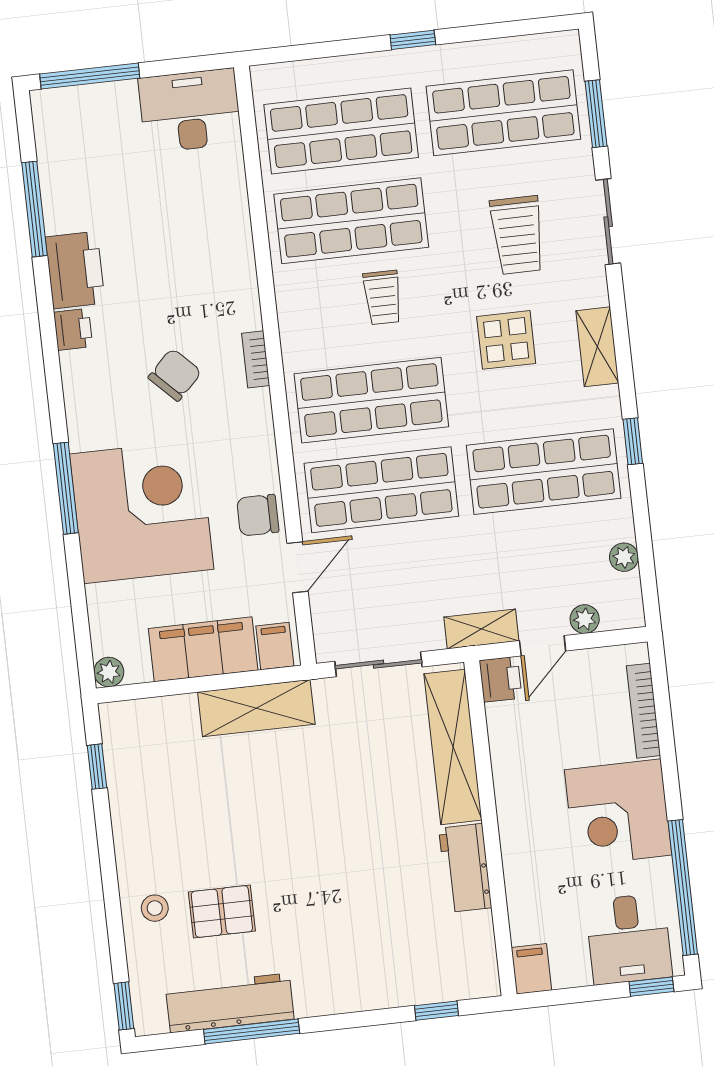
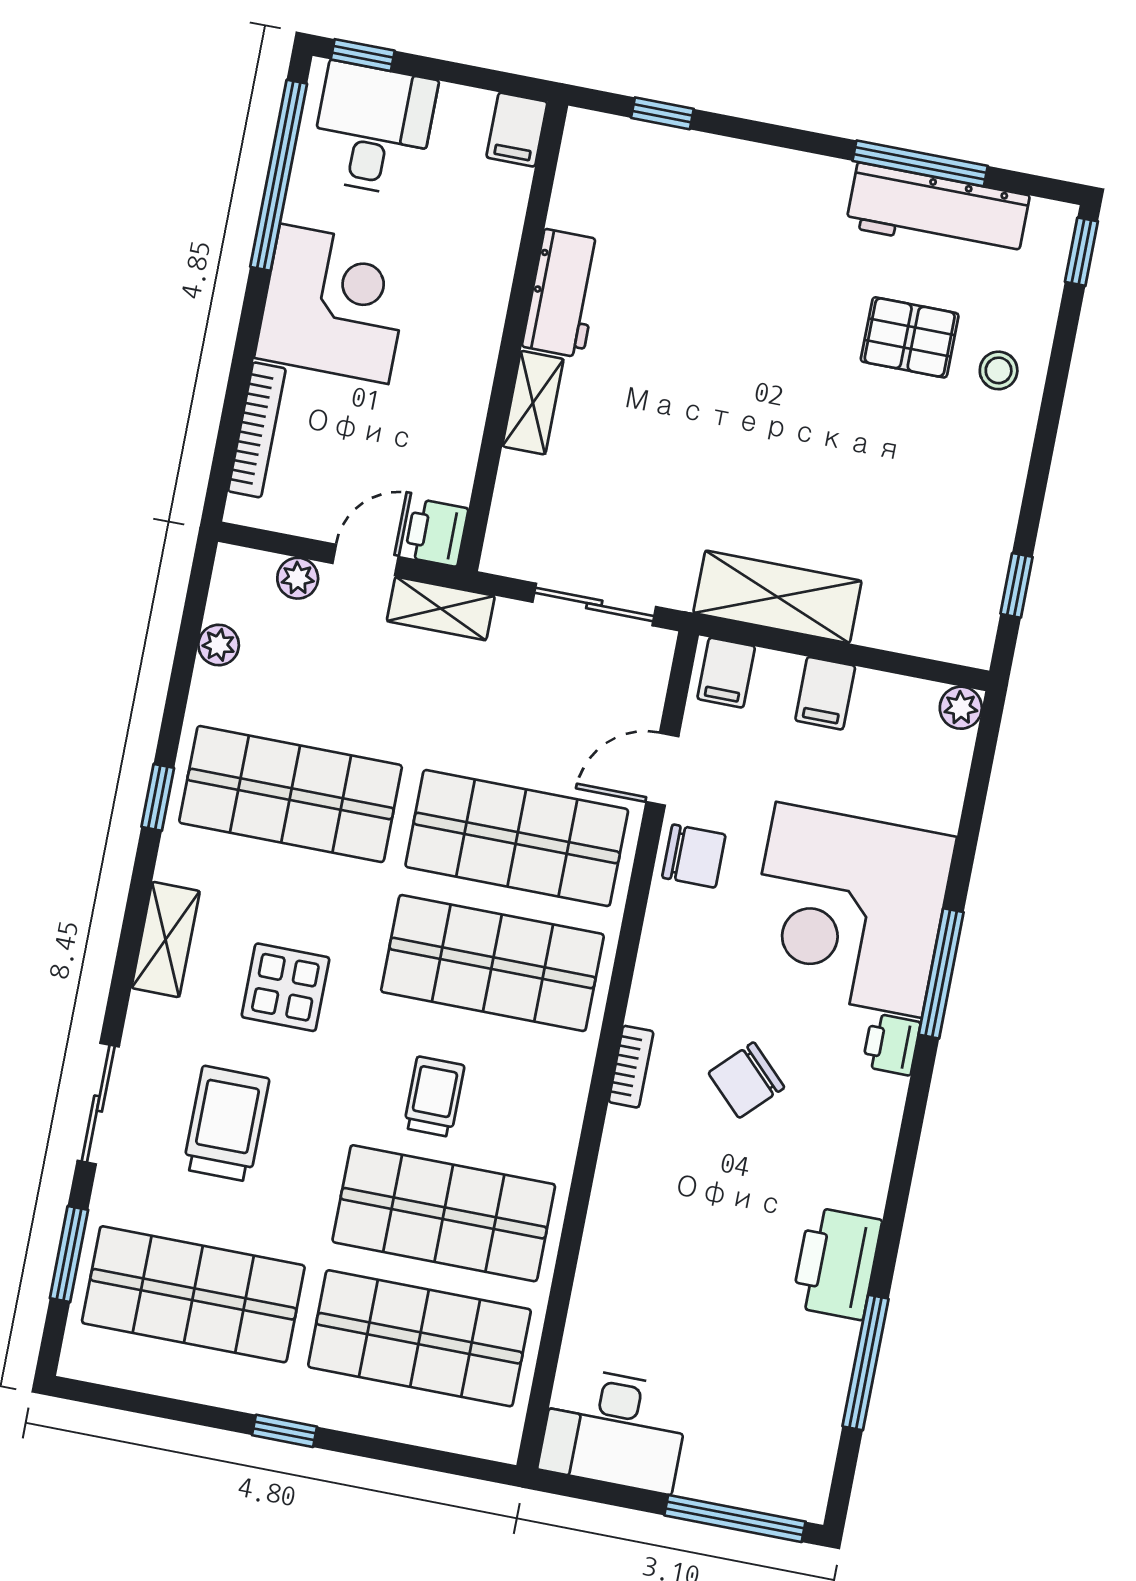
printer: (73, 329) -> (891, 1044), moved
filing cabinet: (203, 649) -> (825, 693), width x0.33, depth x0.86
shelving: (453, 747) -> (533, 403), width x0.45, depth x0.75

